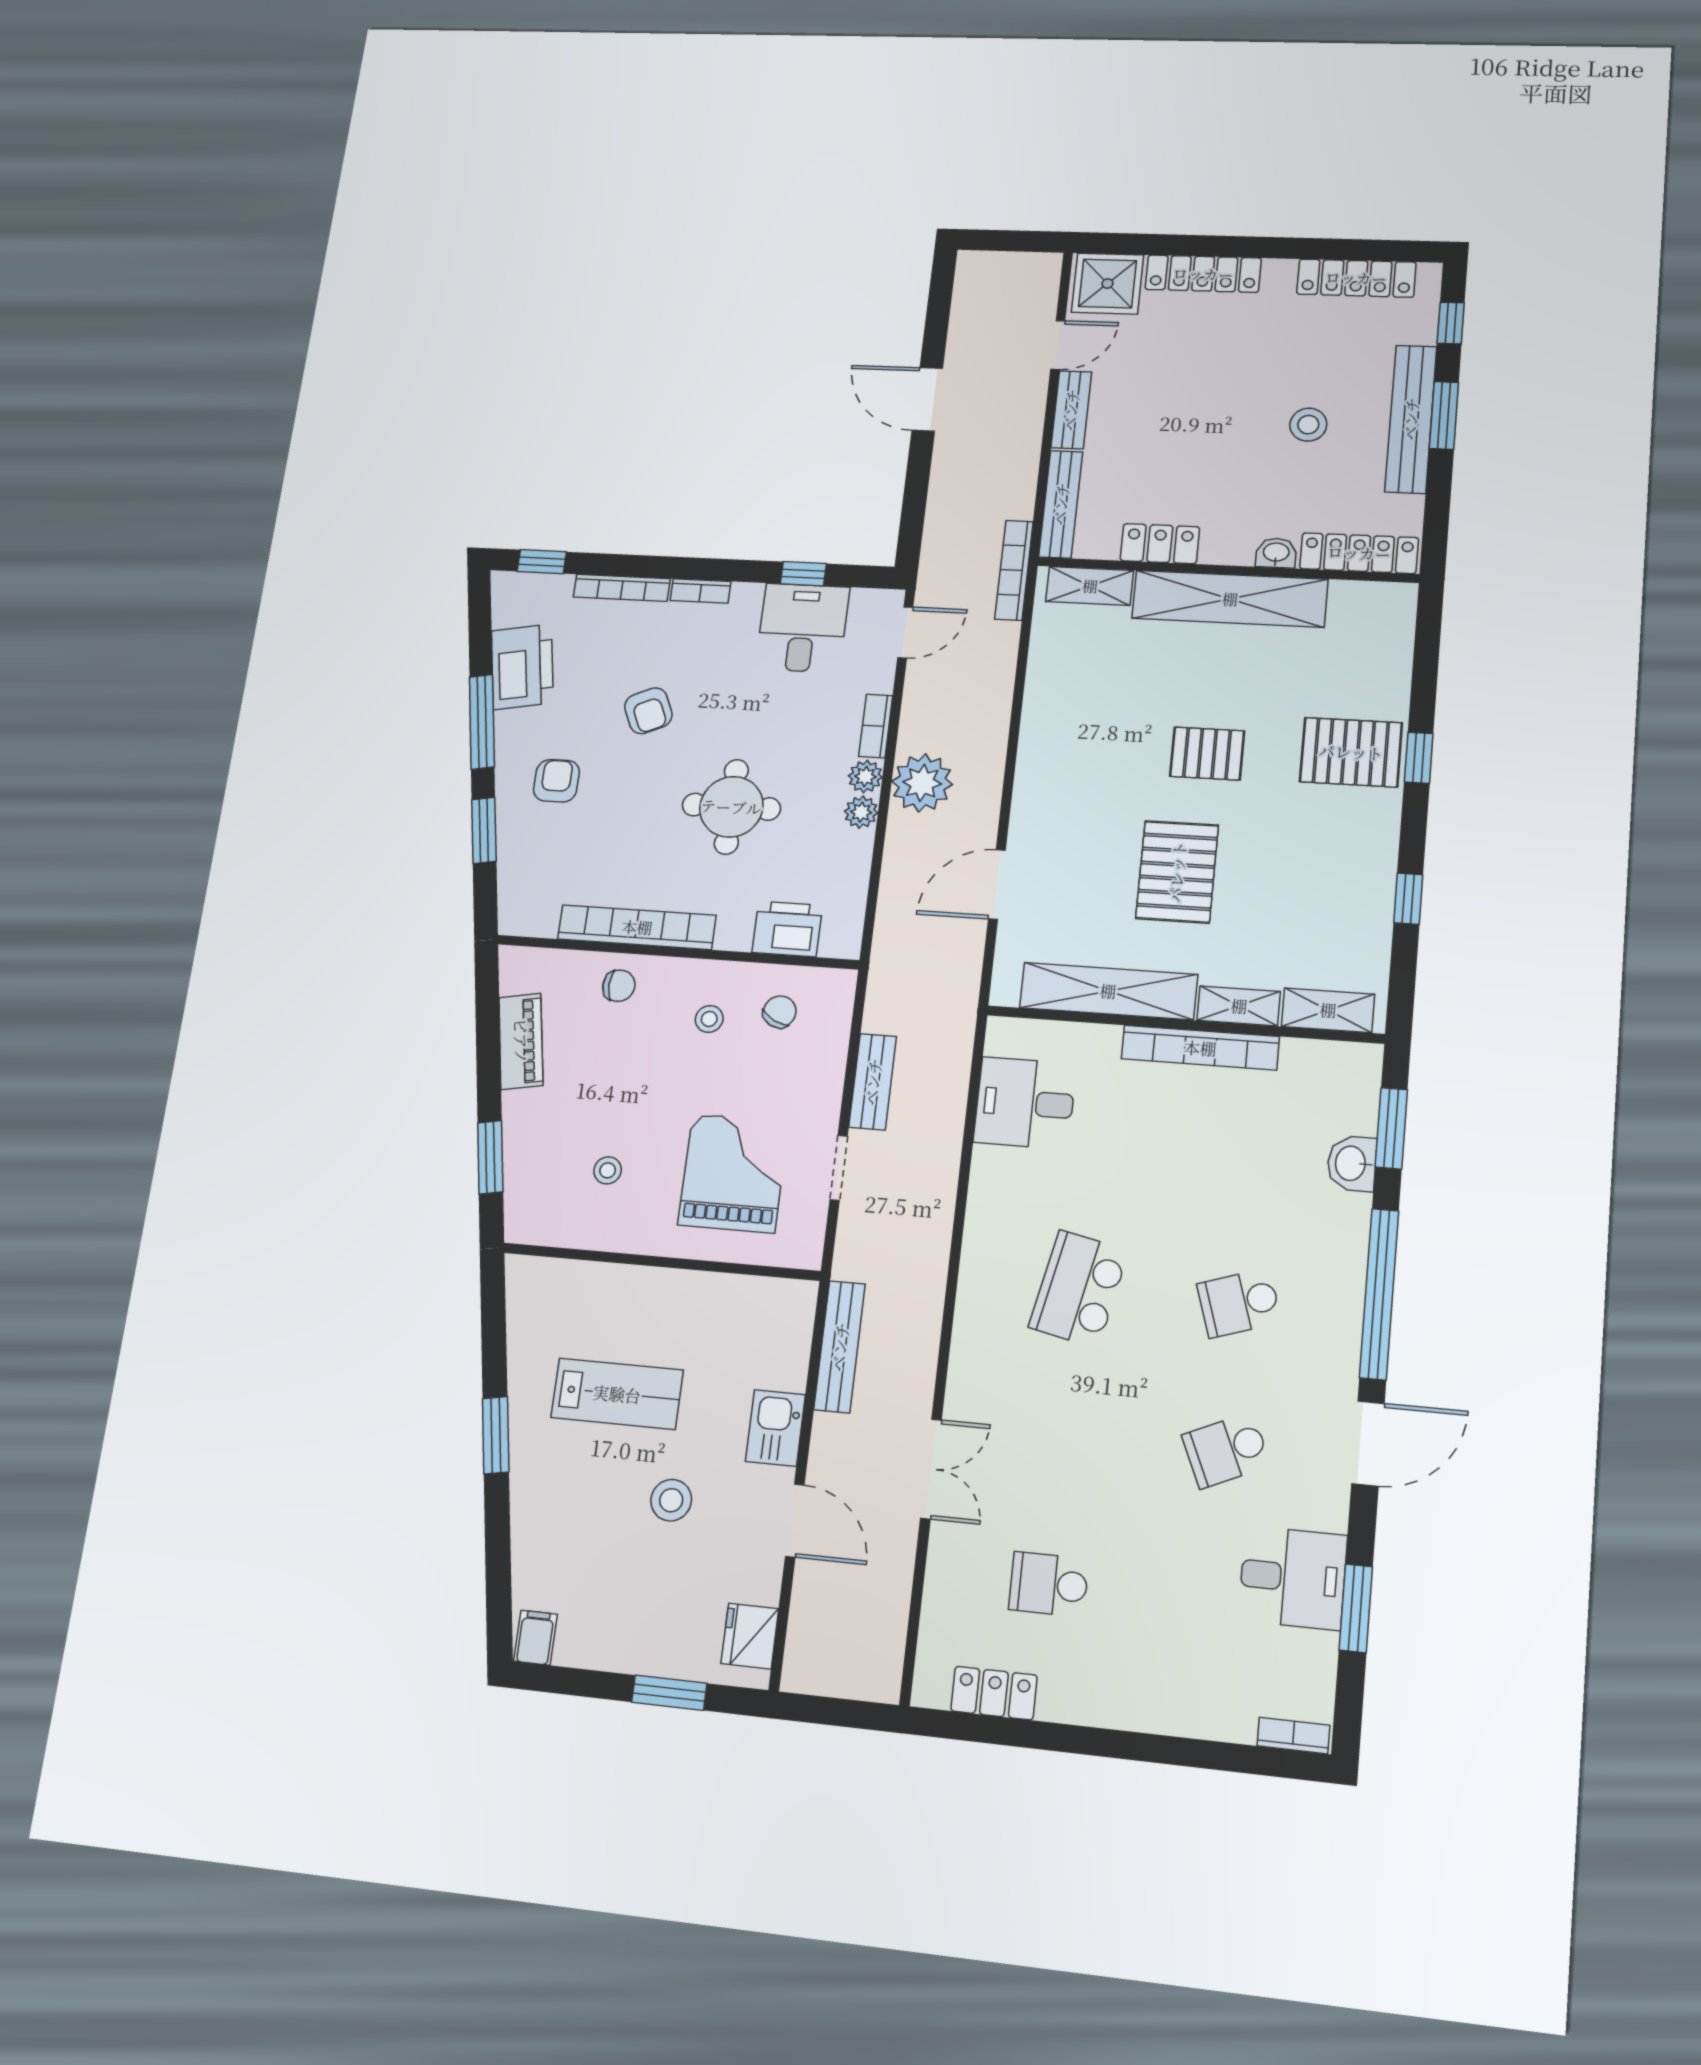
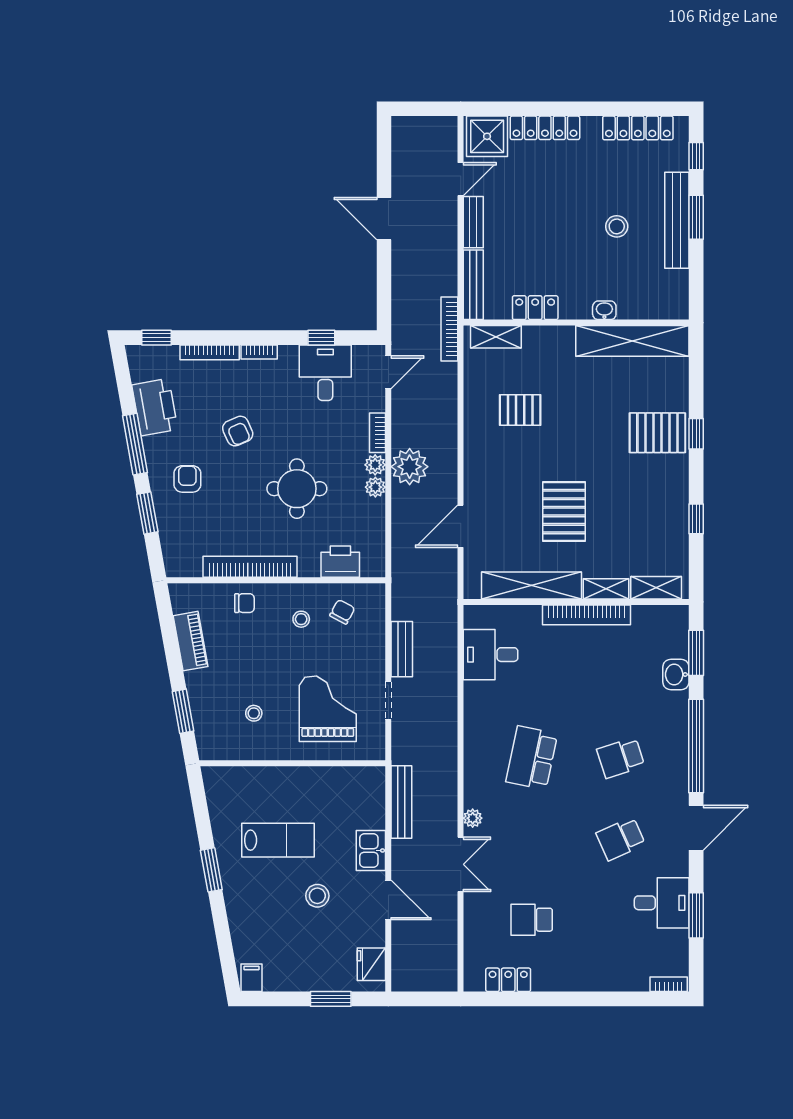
locker: (1359, 553) -> (653, 308), removed
shelving: (1230, 599) -> (632, 341), moved
pallet: (1207, 754) -> (520, 410), moved
plant: (962, 1387) -> (473, 818), added

